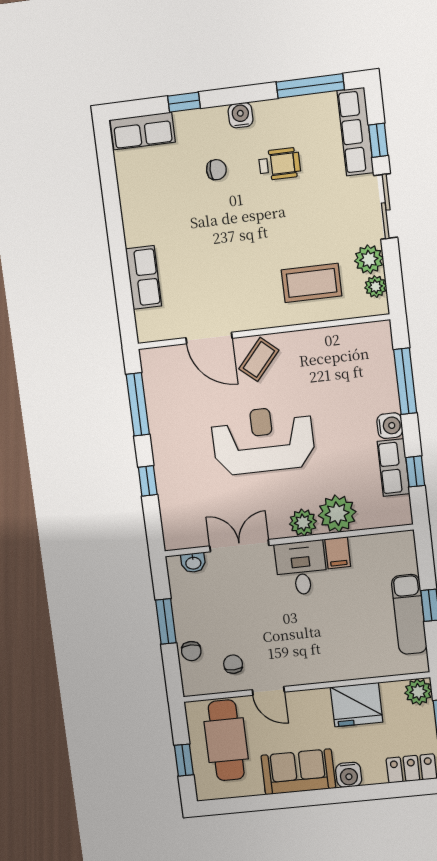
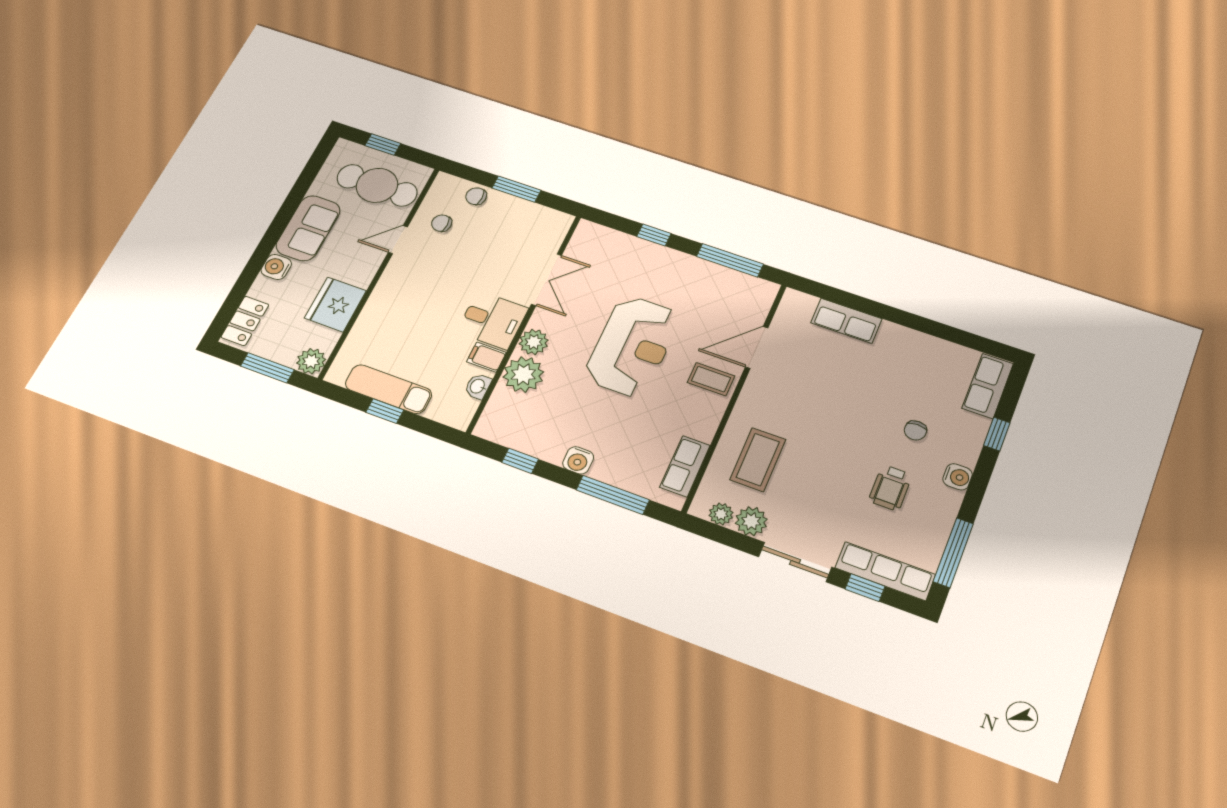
coffee table: (259, 359) -> (711, 379), turned -41
row of seats: (393, 468) -> (685, 466), moved, turned -90
washbasin: (193, 563) -> (478, 386), moved
chair: (233, 664) -> (442, 223), turned 180

